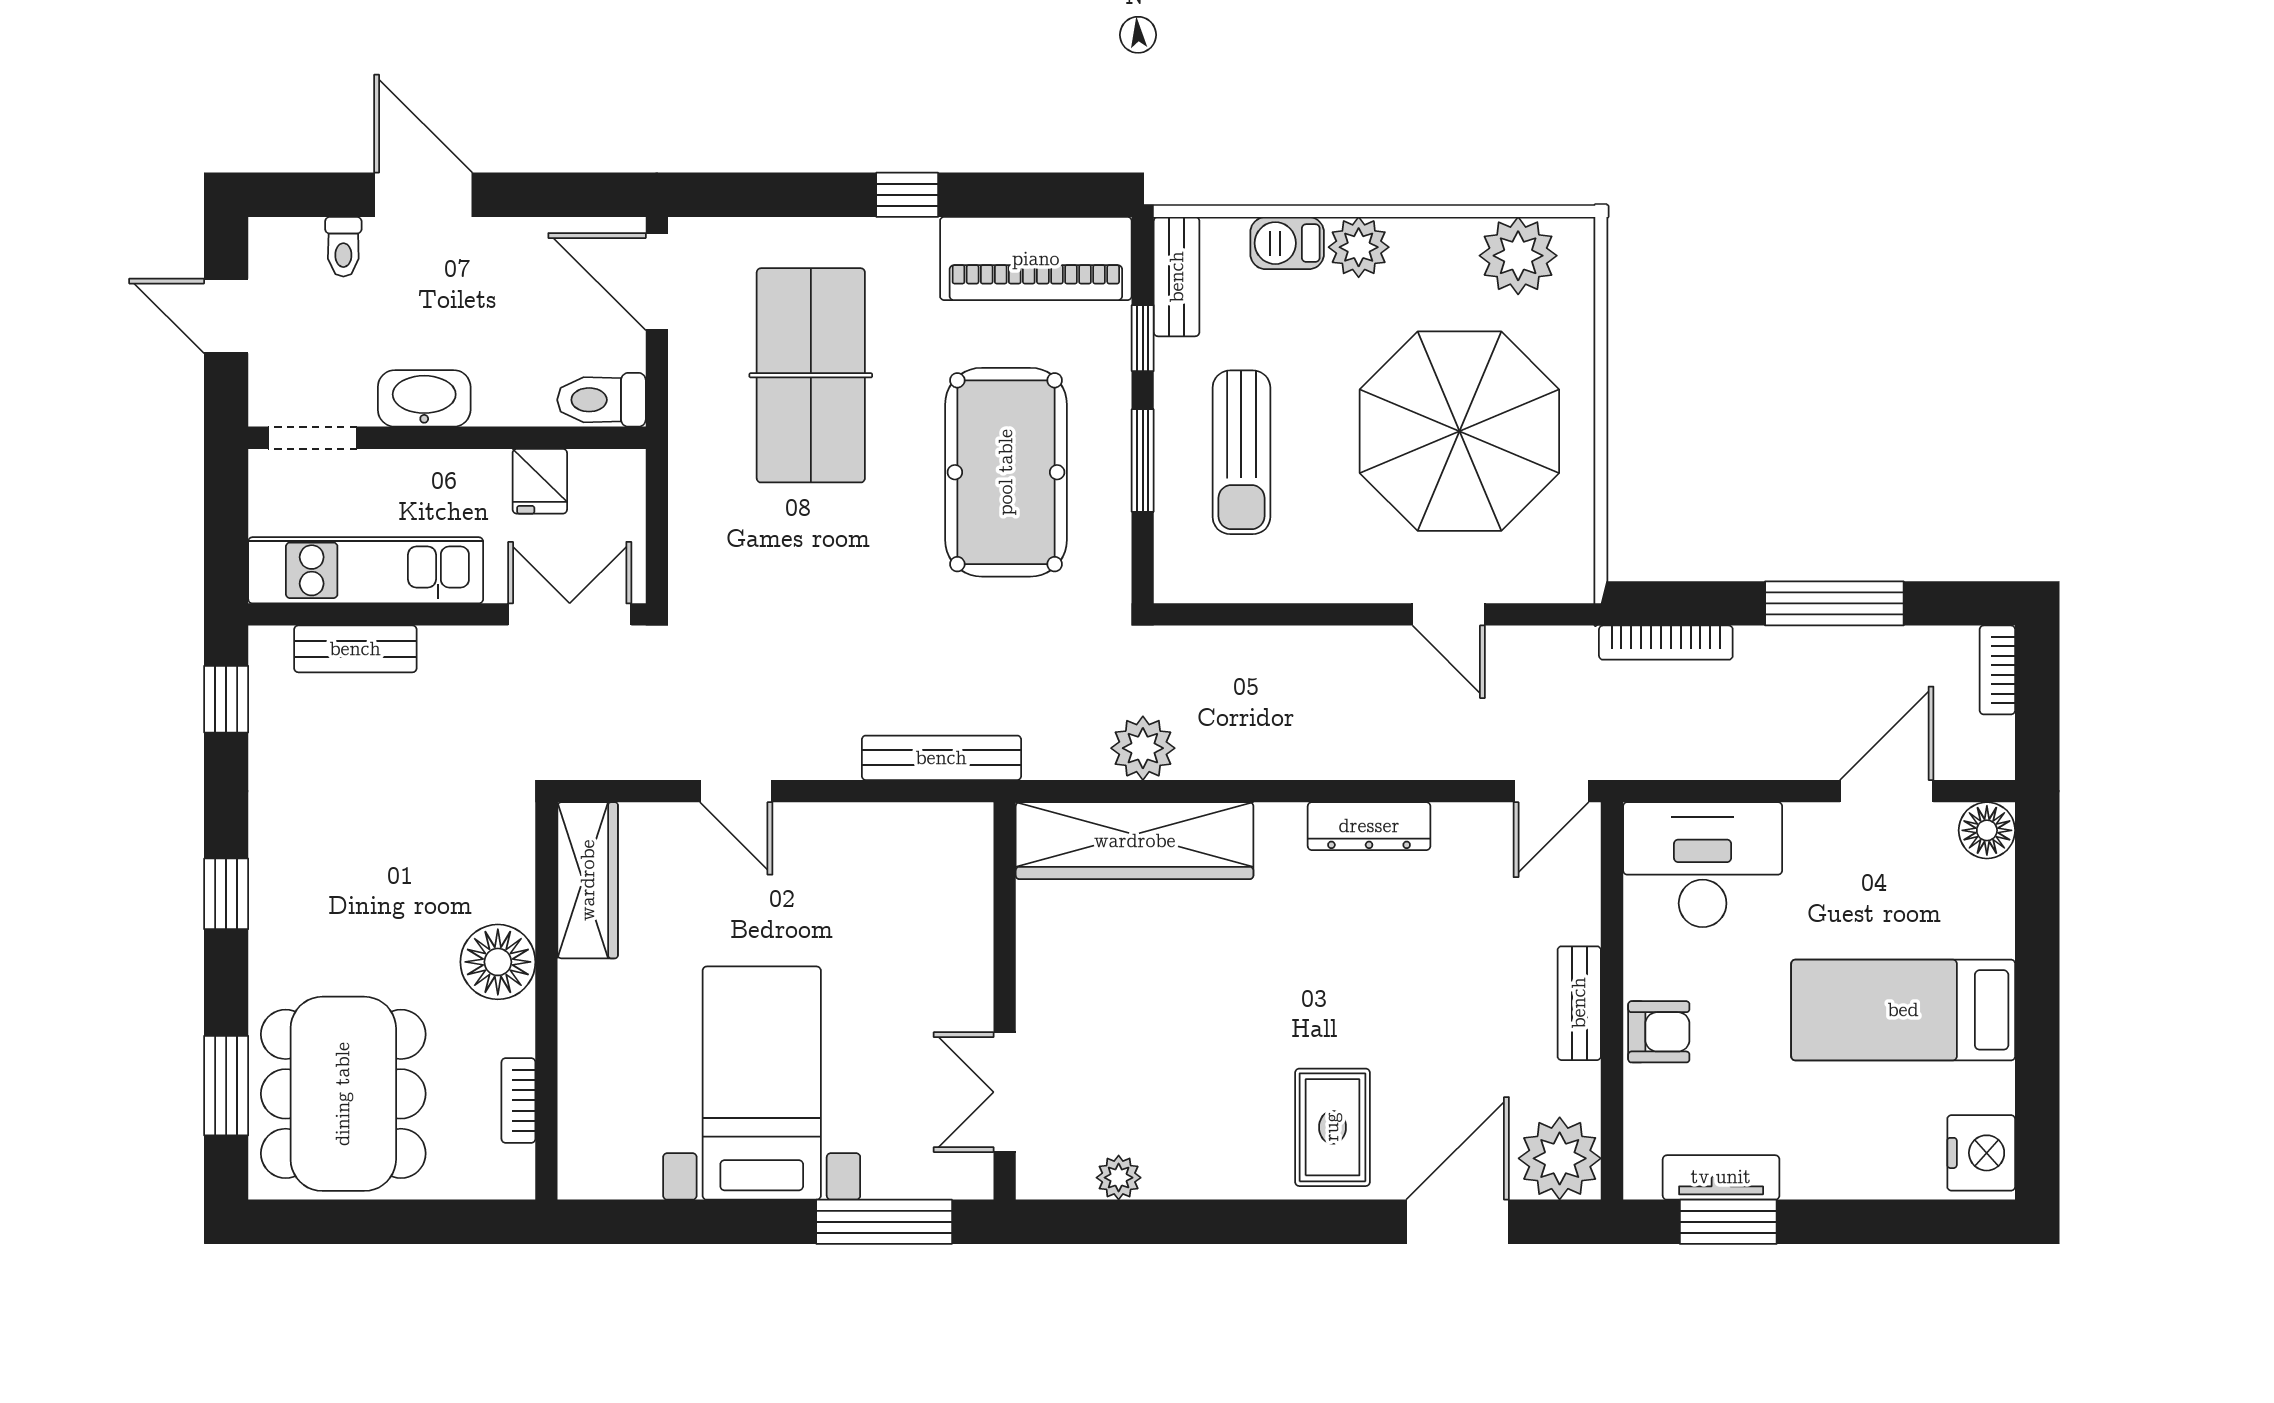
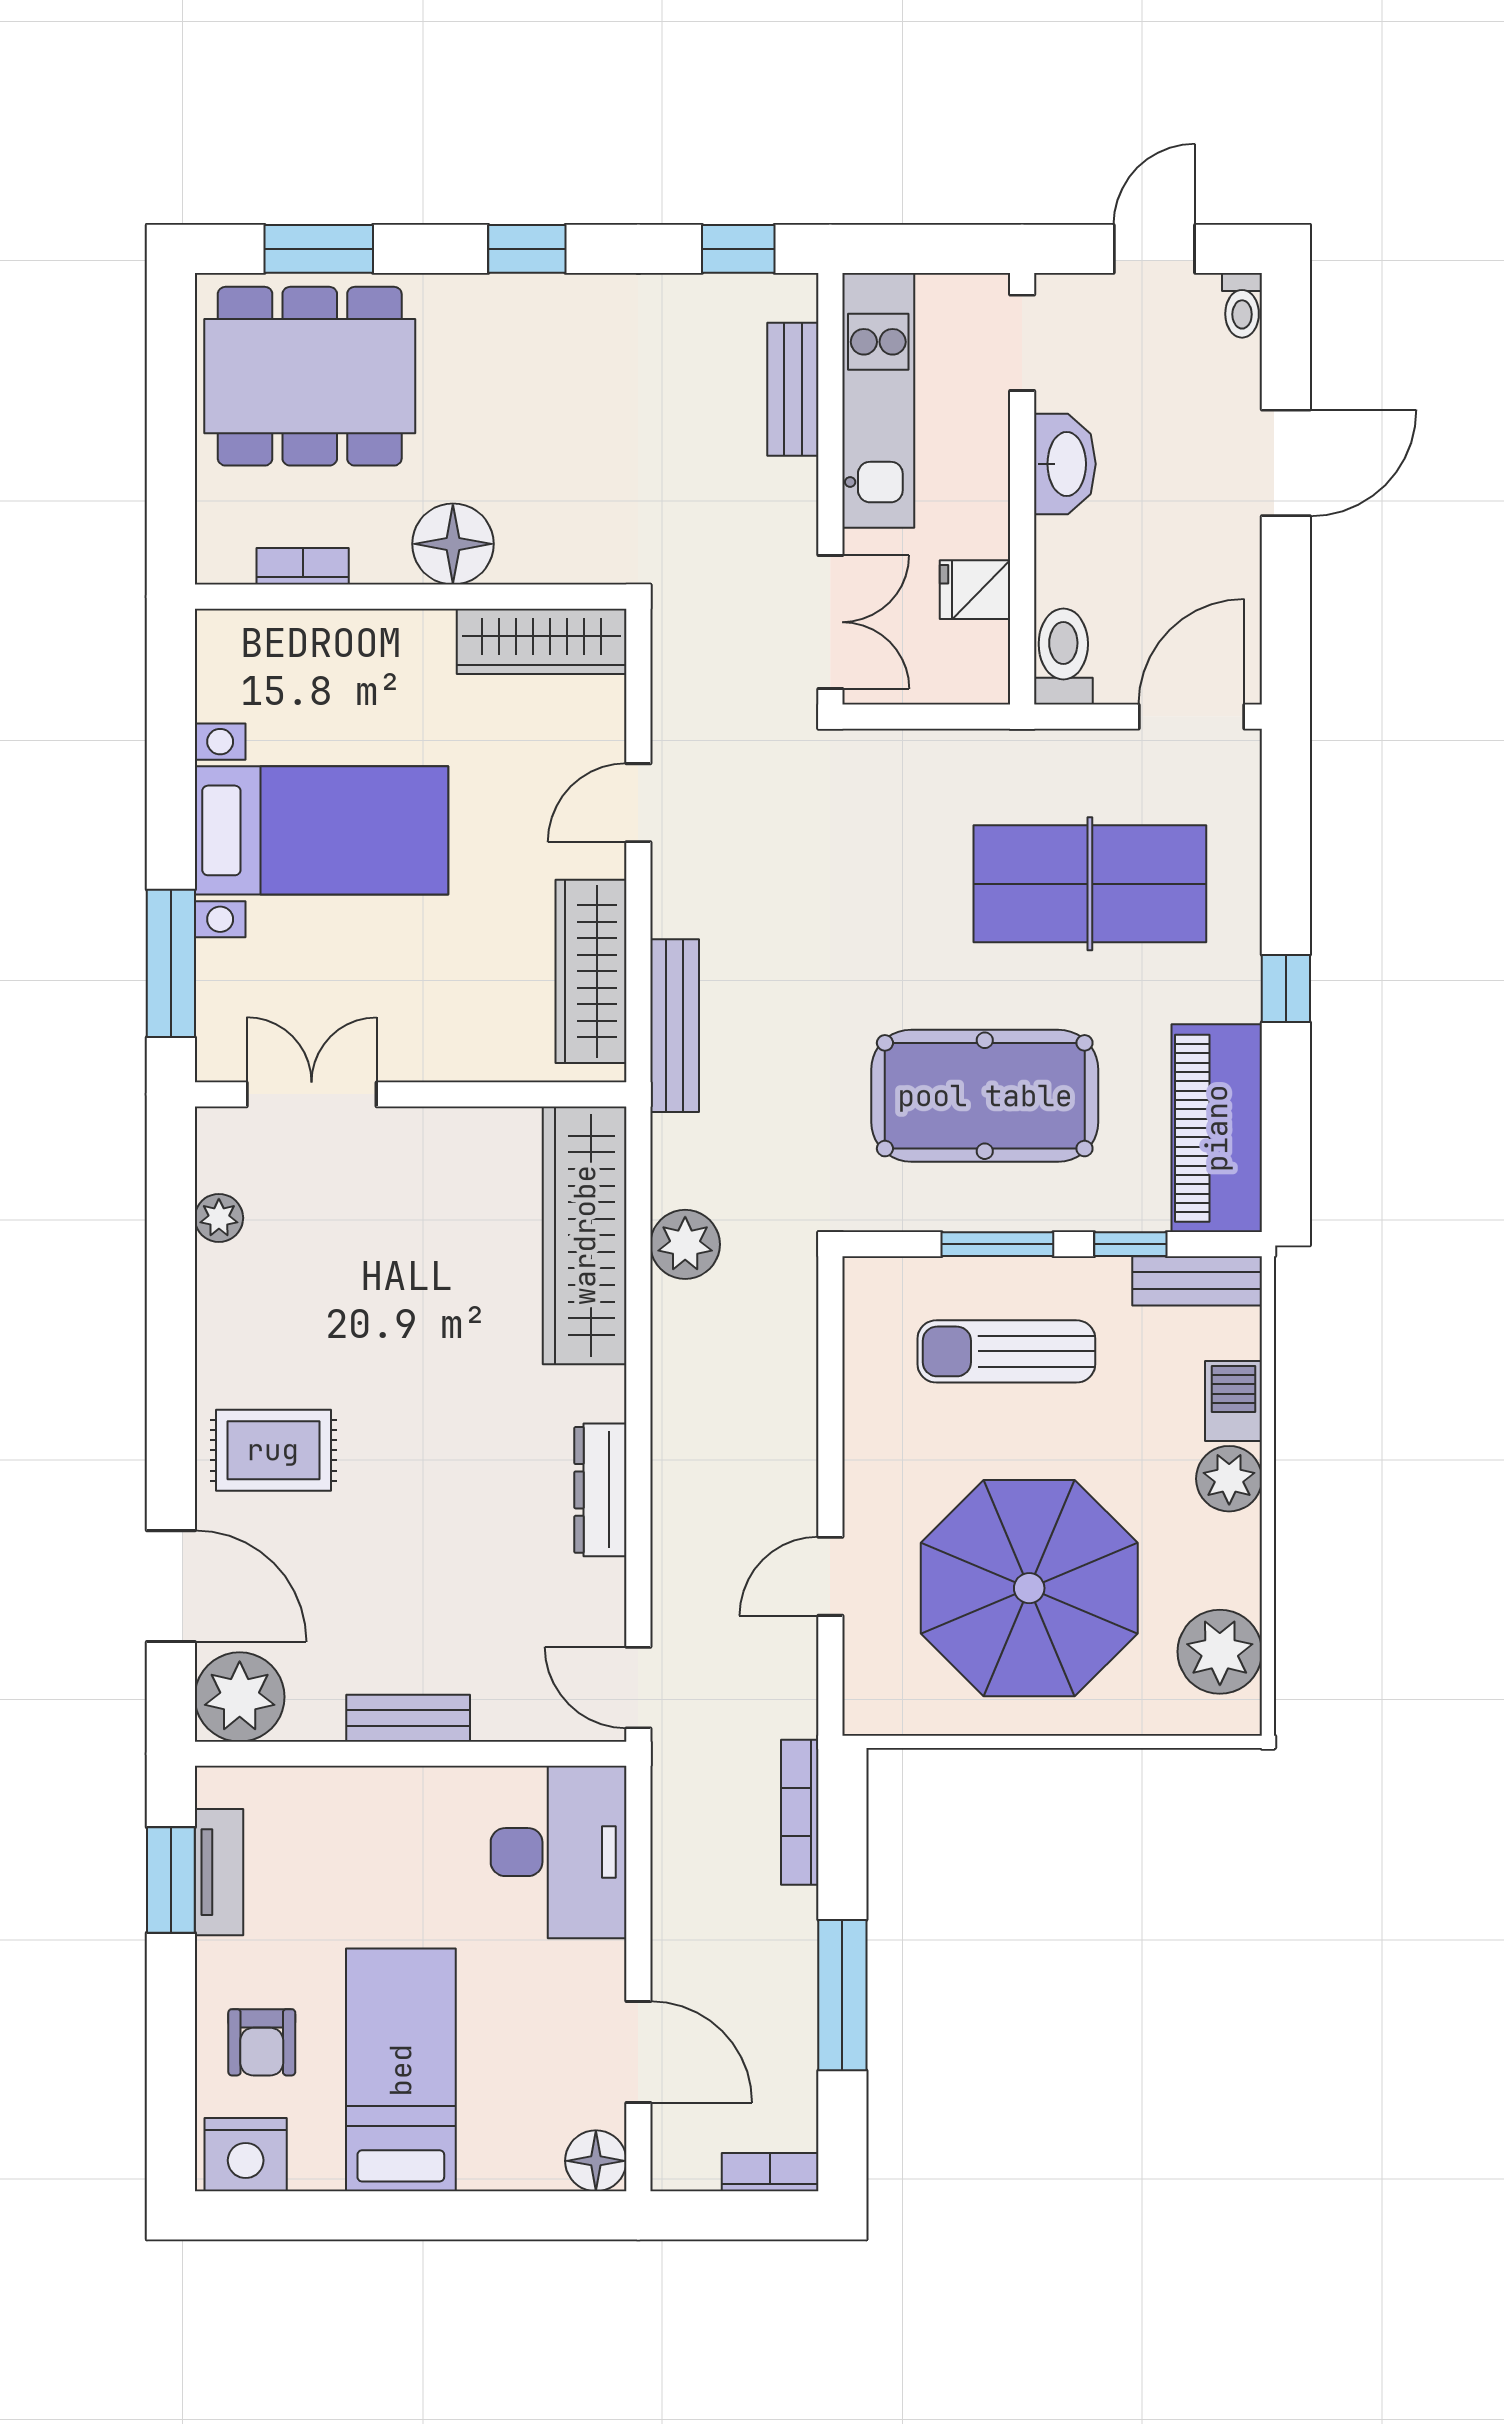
toilet: (343, 247) -> (1242, 305), moved, turned -90
wardrobe: (892, 835) -> (591, 971), added
armchair: (1659, 1032) -> (262, 2042), moved

